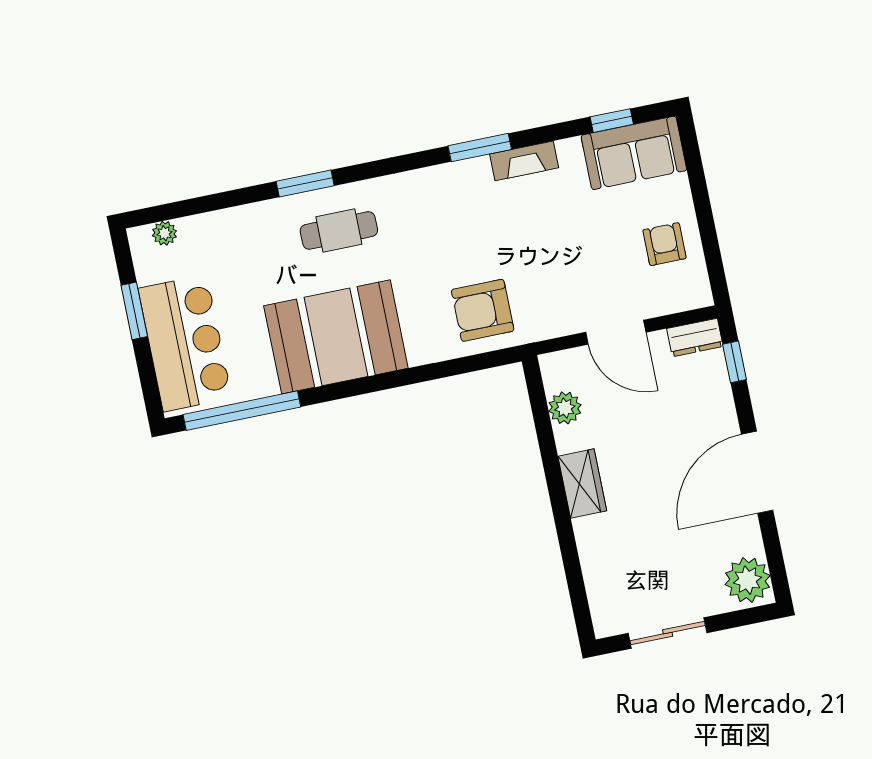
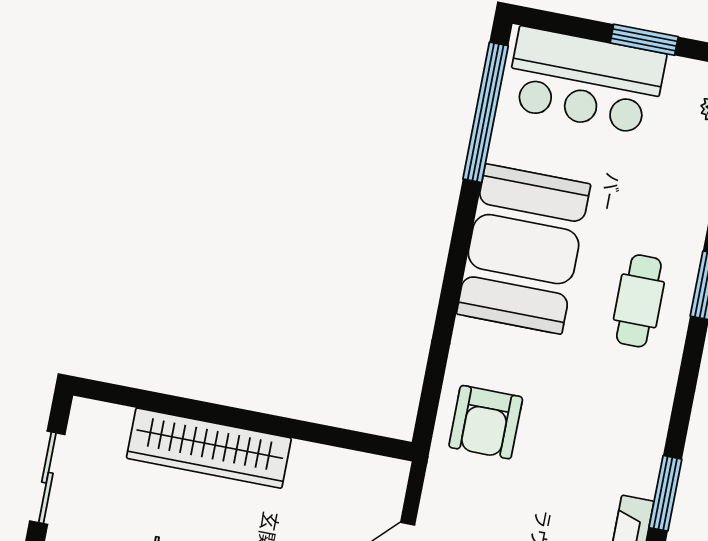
armchair: (483, 310) -> (486, 422), turned 180
plant: (565, 408) -> (341, 468), removed
wardrobe: (582, 483) -> (209, 448), width x2.10, depth x1.17

